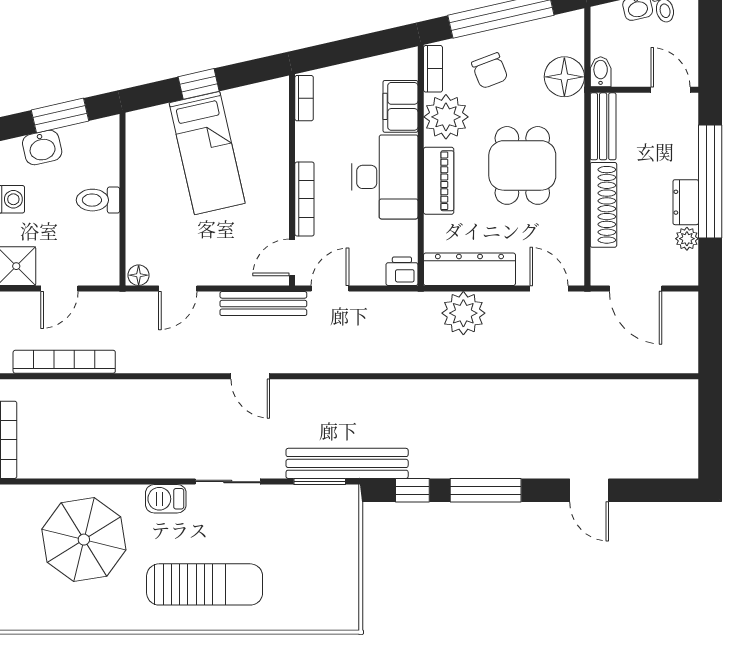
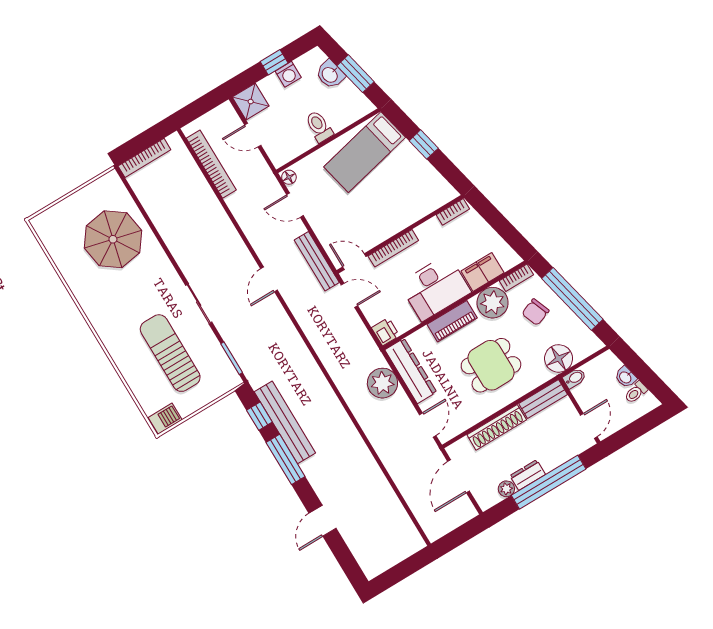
bed: (207, 153) -> (365, 152), moved
bench: (347, 463) -> (285, 422), moved
barbecue: (166, 499) -> (165, 419), moved, turned 90
sun lounger: (205, 584) -> (170, 353), moved, turned 180

